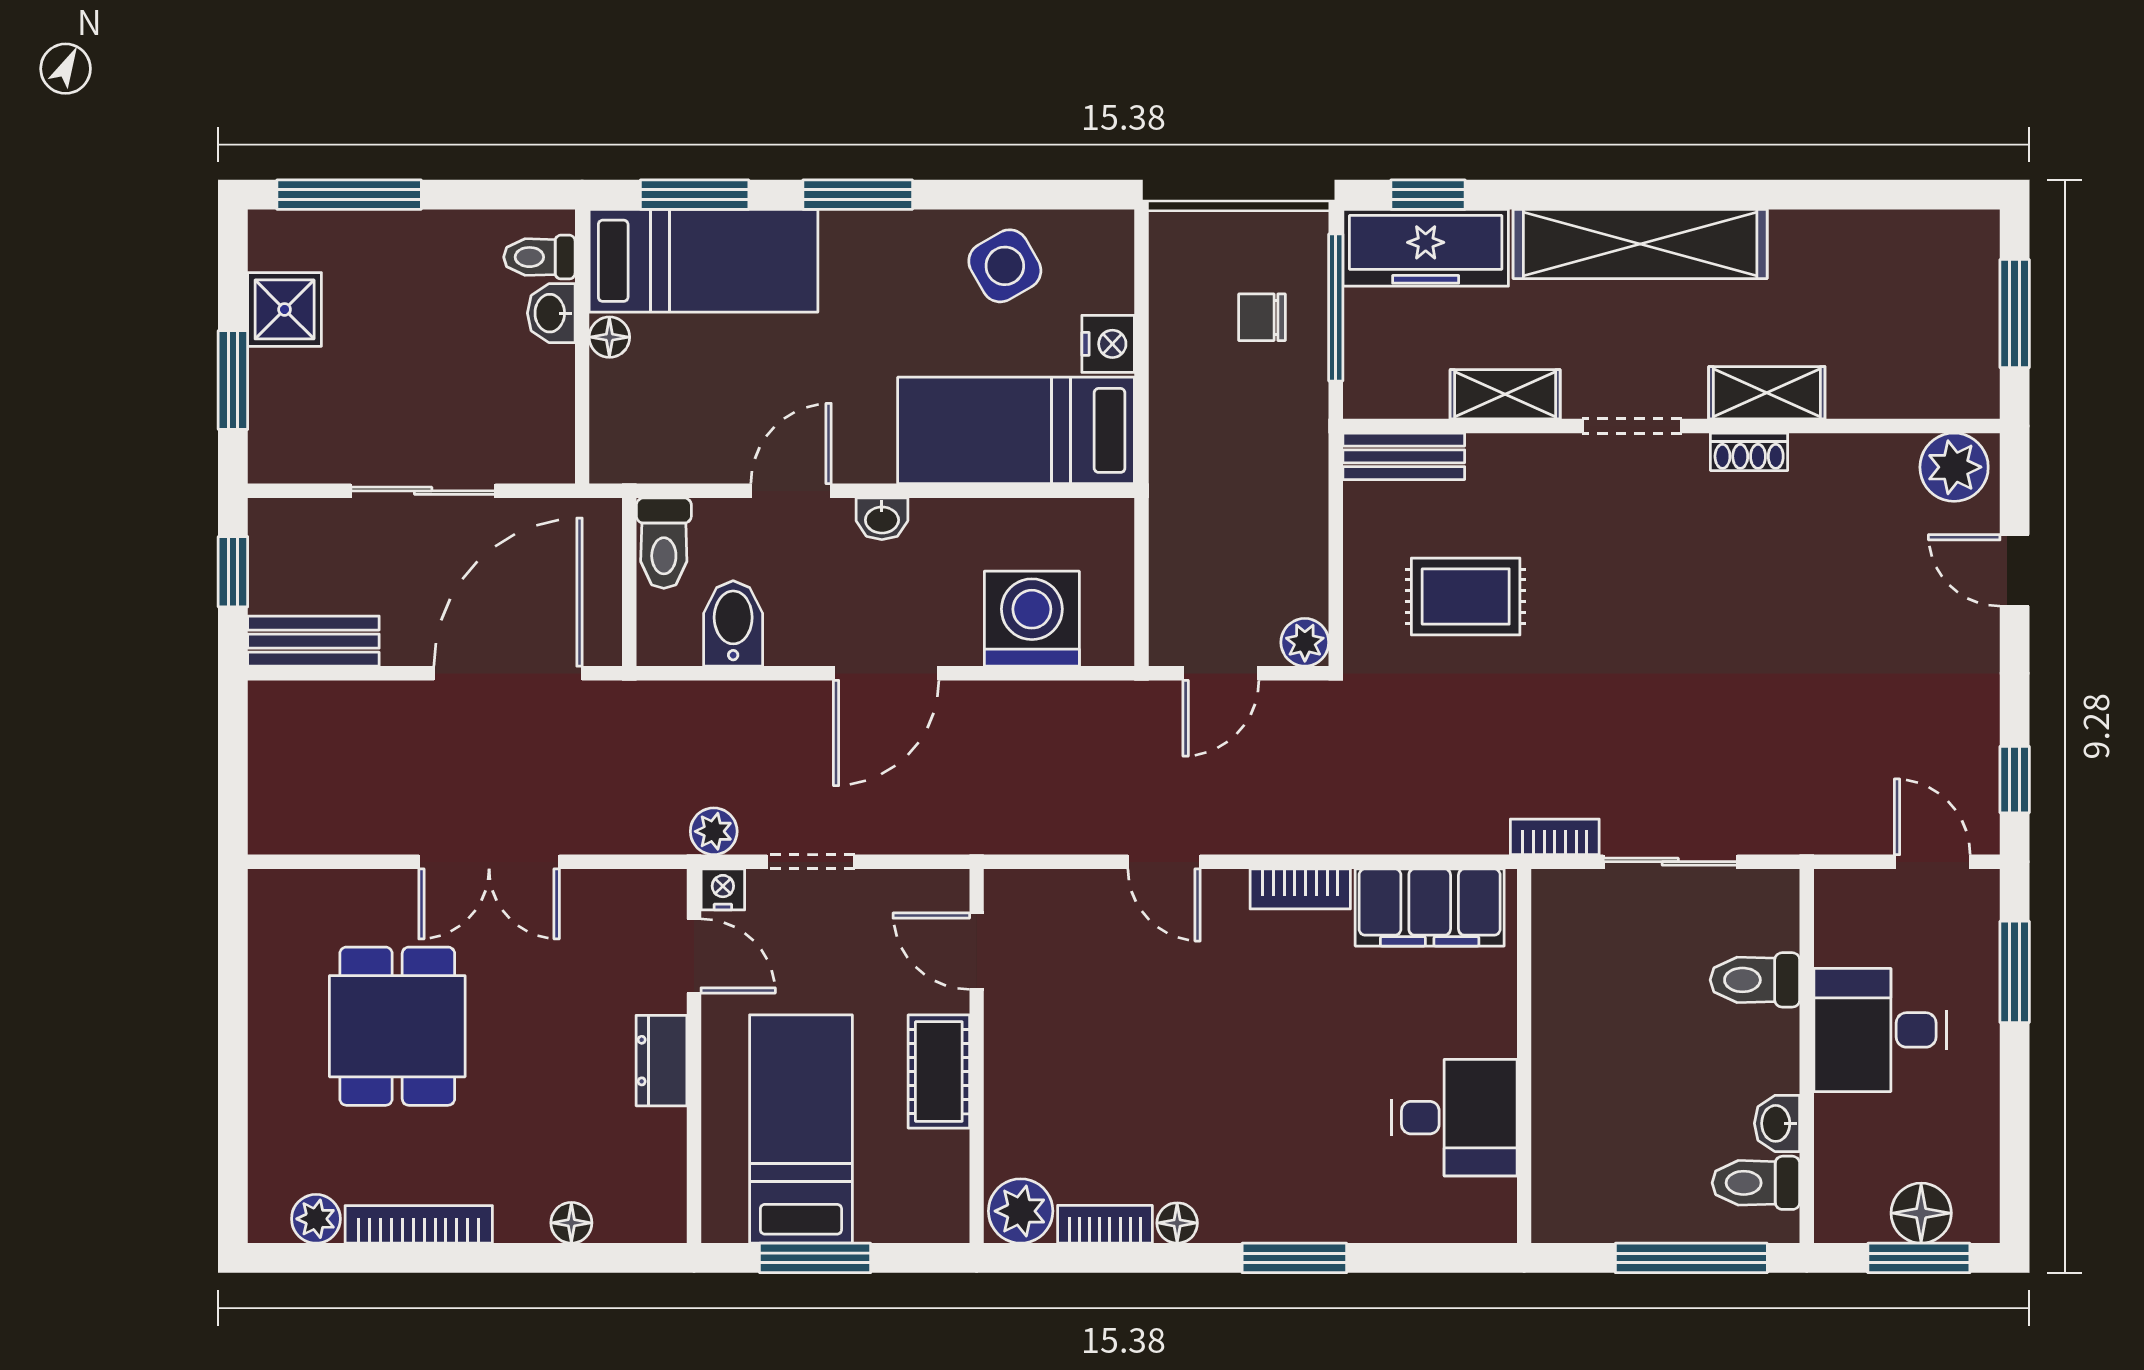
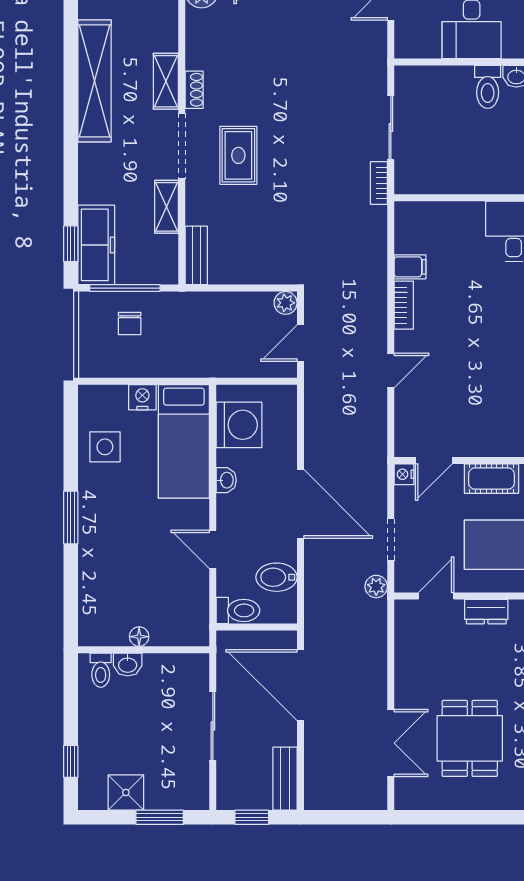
window: (349, 195) -> (71, 761), width x0.46
window: (695, 195) -> (71, 596), removed
shelving: (1640, 244) -> (94, 81), moved
bed: (703, 261) -> (102, 591), removed
side table: (1005, 266) -> (105, 447), turned 30
doorway: (1632, 426) -> (182, 146), width x1.38
washbasin: (882, 519) -> (226, 480), moved
rug: (1466, 596) -> (238, 155), moved
washing machine: (1032, 619) -> (239, 425), moved, turned 180
door: (886, 673) -> (300, 504), width x1.36
door: (1221, 673) -> (300, 343), swing flipped
double door: (489, 862) -> (391, 743), moved
nightstand: (723, 889) -> (404, 474), moved
filing cabinet: (1430, 907) -> (410, 267), width x0.33, depth x0.86
toilet: (1755, 980) -> (488, 87), moved
dining table: (397, 1026) -> (470, 738), turned 90

